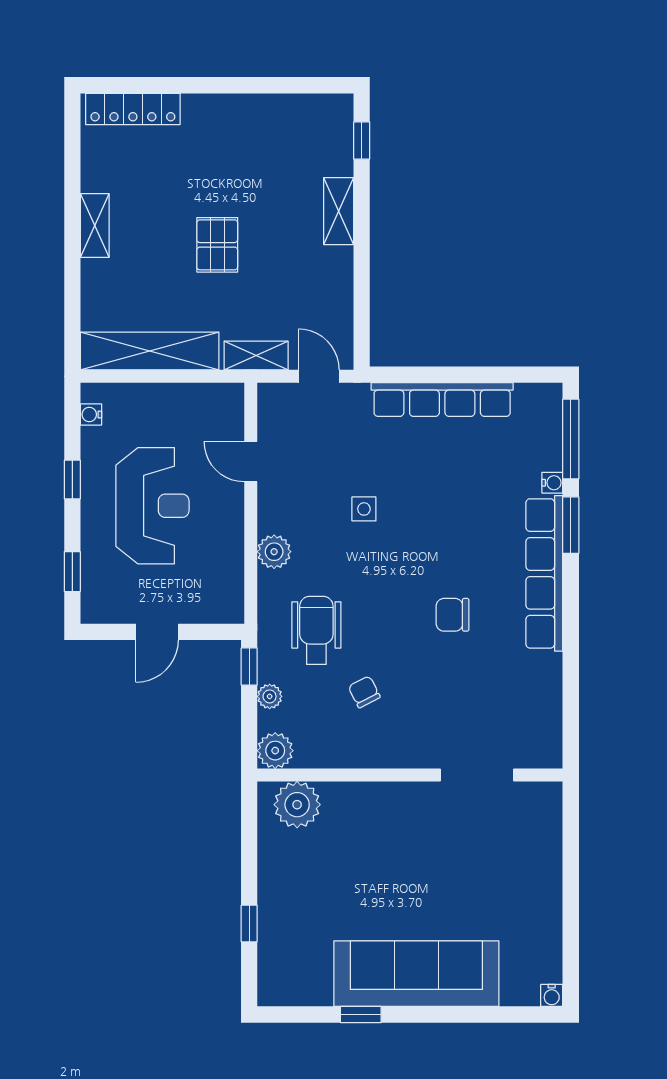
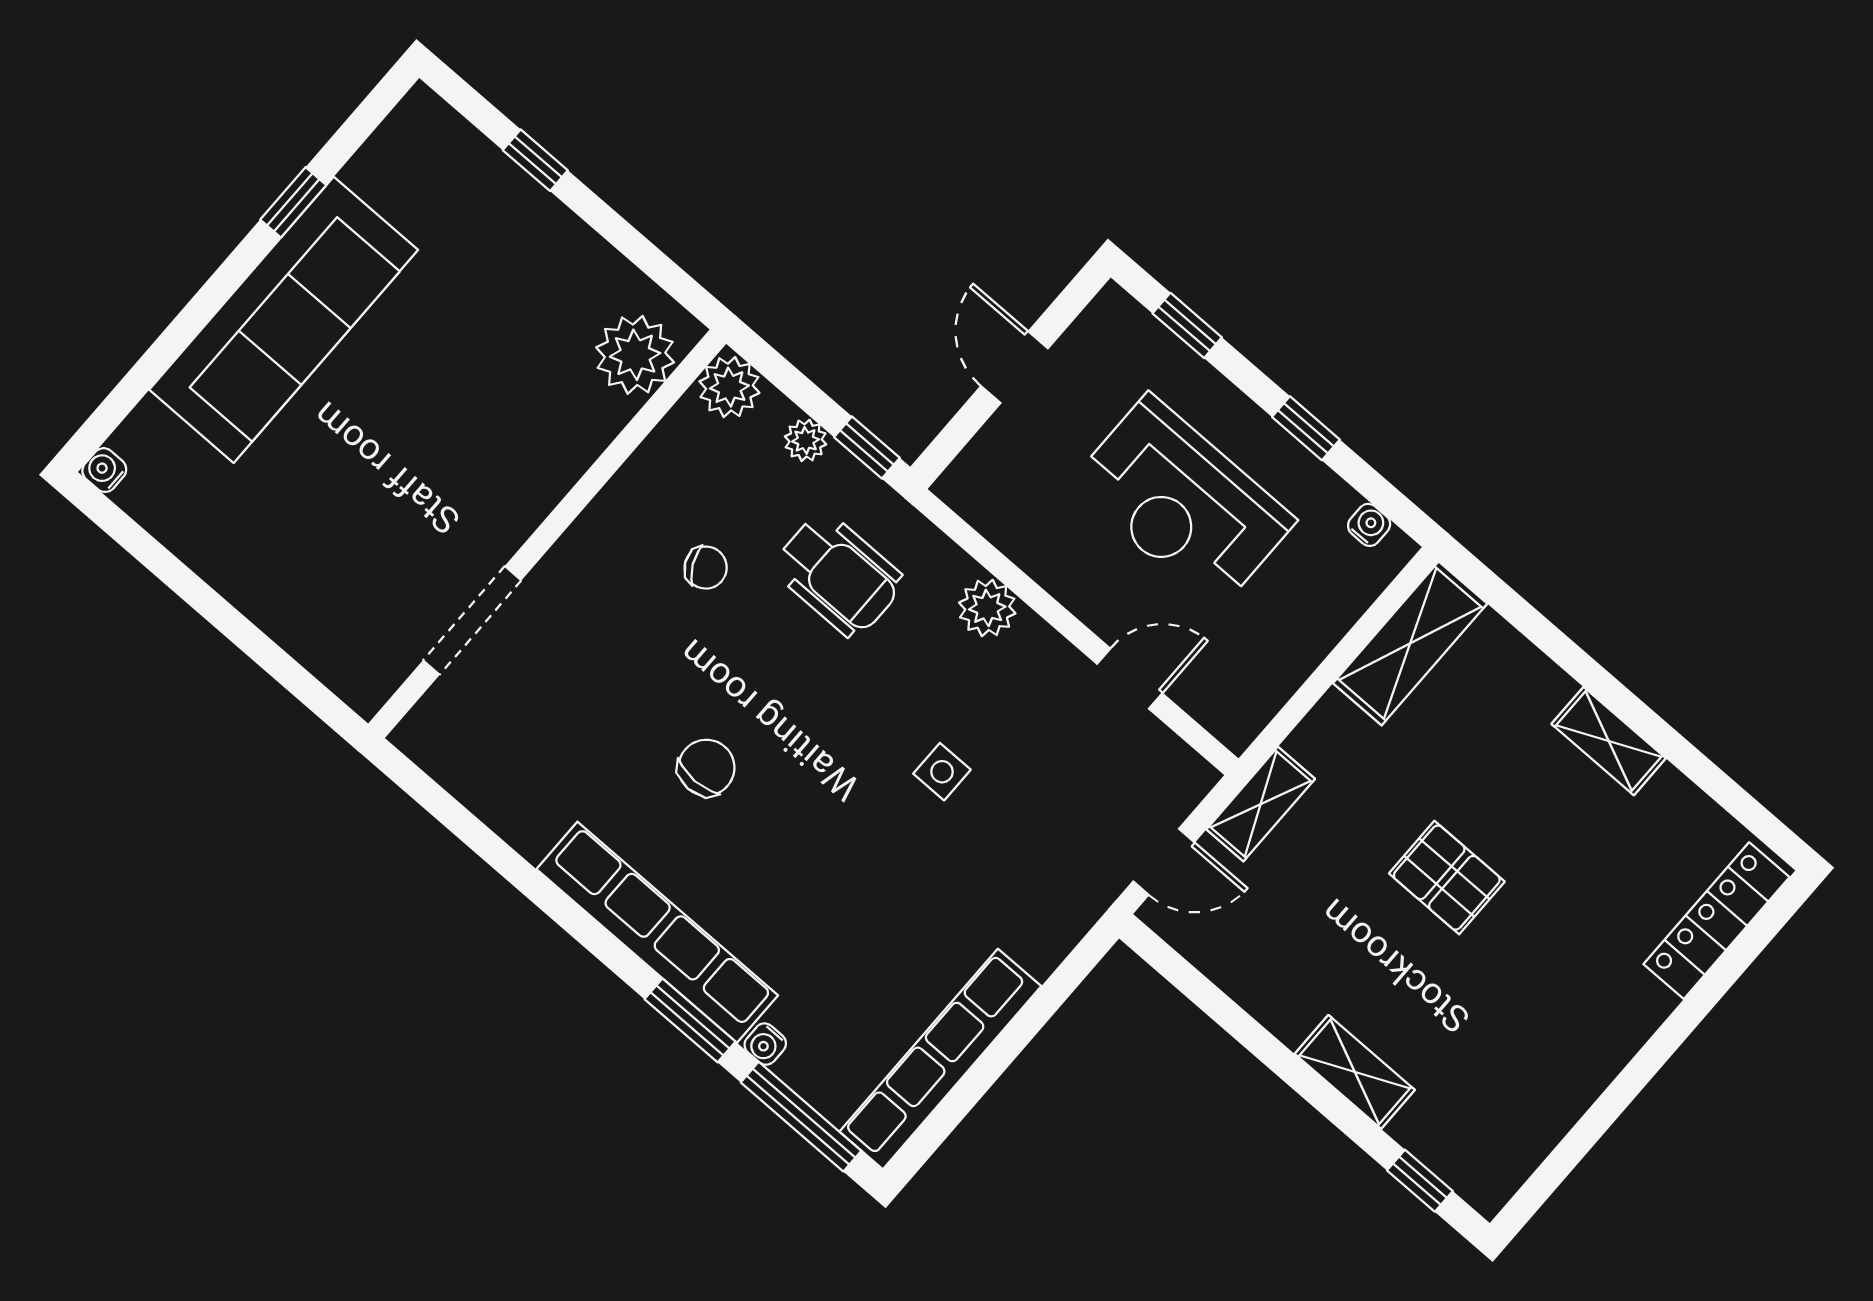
shelving: (150, 351) -> (1410, 643), width x0.68
row of seats: (442, 399) -> (940, 1059), moved

